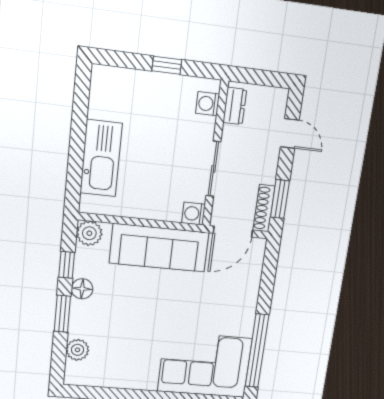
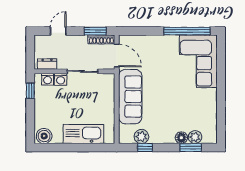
window: (167, 65) -> (30, 91), moved
boiler: (104, 84) -> (44, 136), added
washing machine: (193, 214) -> (61, 79), moved
plant: (89, 233) -> (141, 137), moved
floor lamp: (82, 289) -> (181, 138), moved
window: (62, 314) -> (191, 148), moved

